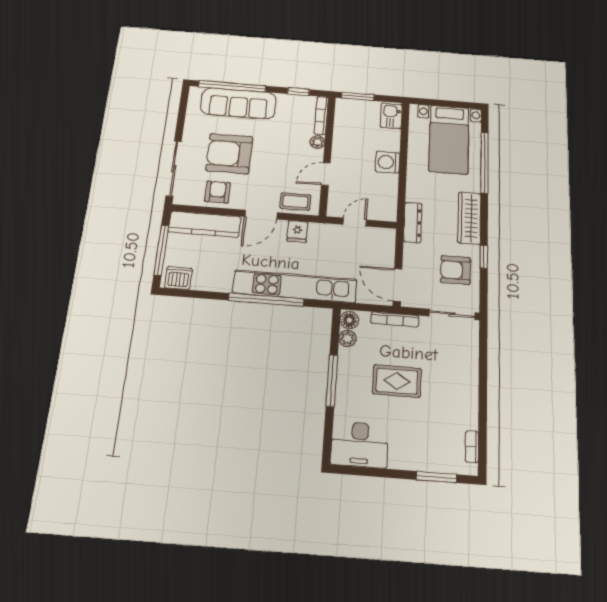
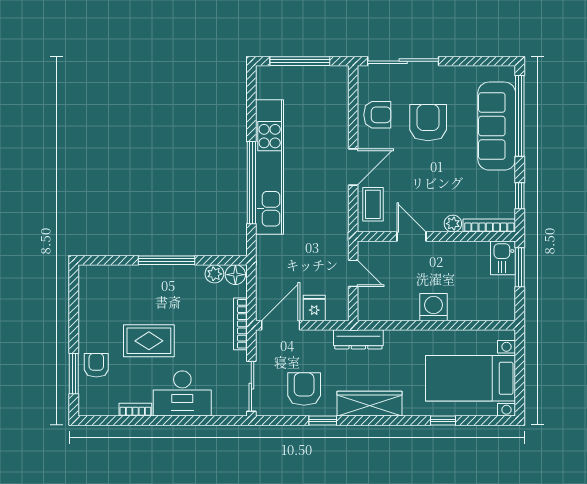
kitchen sink: (391, 116) -> (503, 258), moved, turned -90
armchair: (229, 154) -> (428, 123), width x0.73, depth x0.73
window: (484, 163) -> (443, 421), width x0.32
door: (261, 215) -> (353, 167), swing flipped
kitchen counter: (204, 224) -> (336, 105), removed
fridge: (297, 231) -> (314, 308), moved, turned 90
dishwasher: (178, 278) -> (269, 84), removed
kitchen unit: (295, 286) -> (270, 167), moved
rug: (397, 381) -> (149, 341), moved, turned 90
desk: (360, 445) -> (182, 393), moved, turned -90
bookcase: (472, 447) -> (135, 410), moved
armchair: (429, 454) -> (96, 365), added

